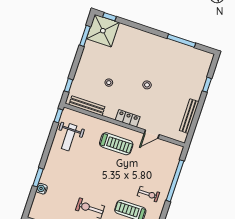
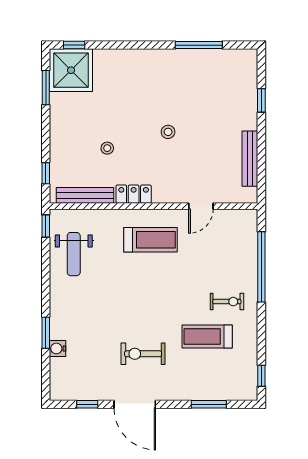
locker: (128, 118) -> (134, 194), moved

